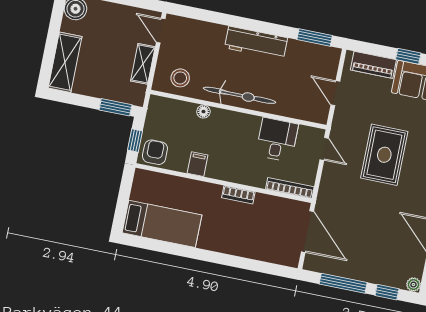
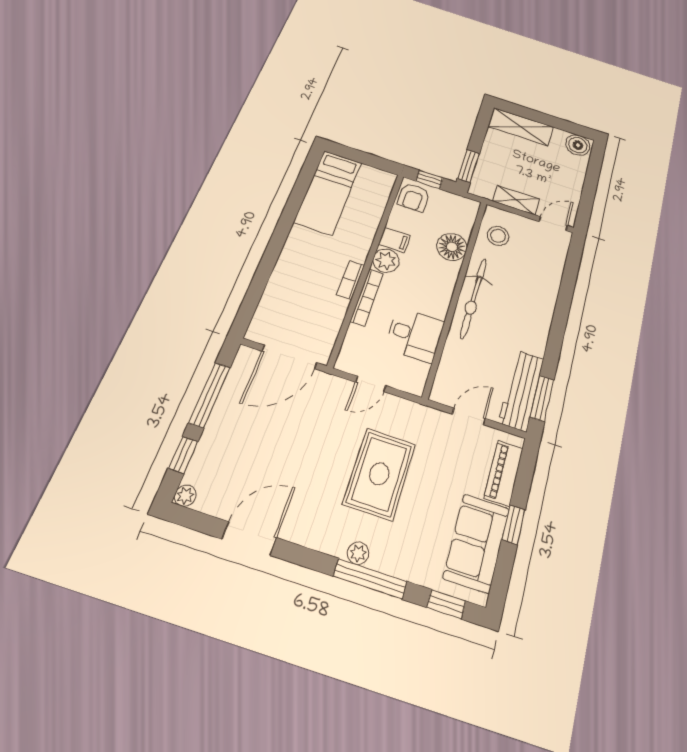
workbench: (256, 43) -> (521, 390), moved
floor lamp: (203, 112) -> (452, 247), width x1.89, depth x1.89
door: (324, 149) -> (371, 384), moved
armchair: (155, 152) -> (414, 197), turned 90
rug: (384, 155) -> (379, 474), turned 90
plant: (217, 169) -> (386, 261), added
bookcase: (290, 188) -> (367, 297), moved

